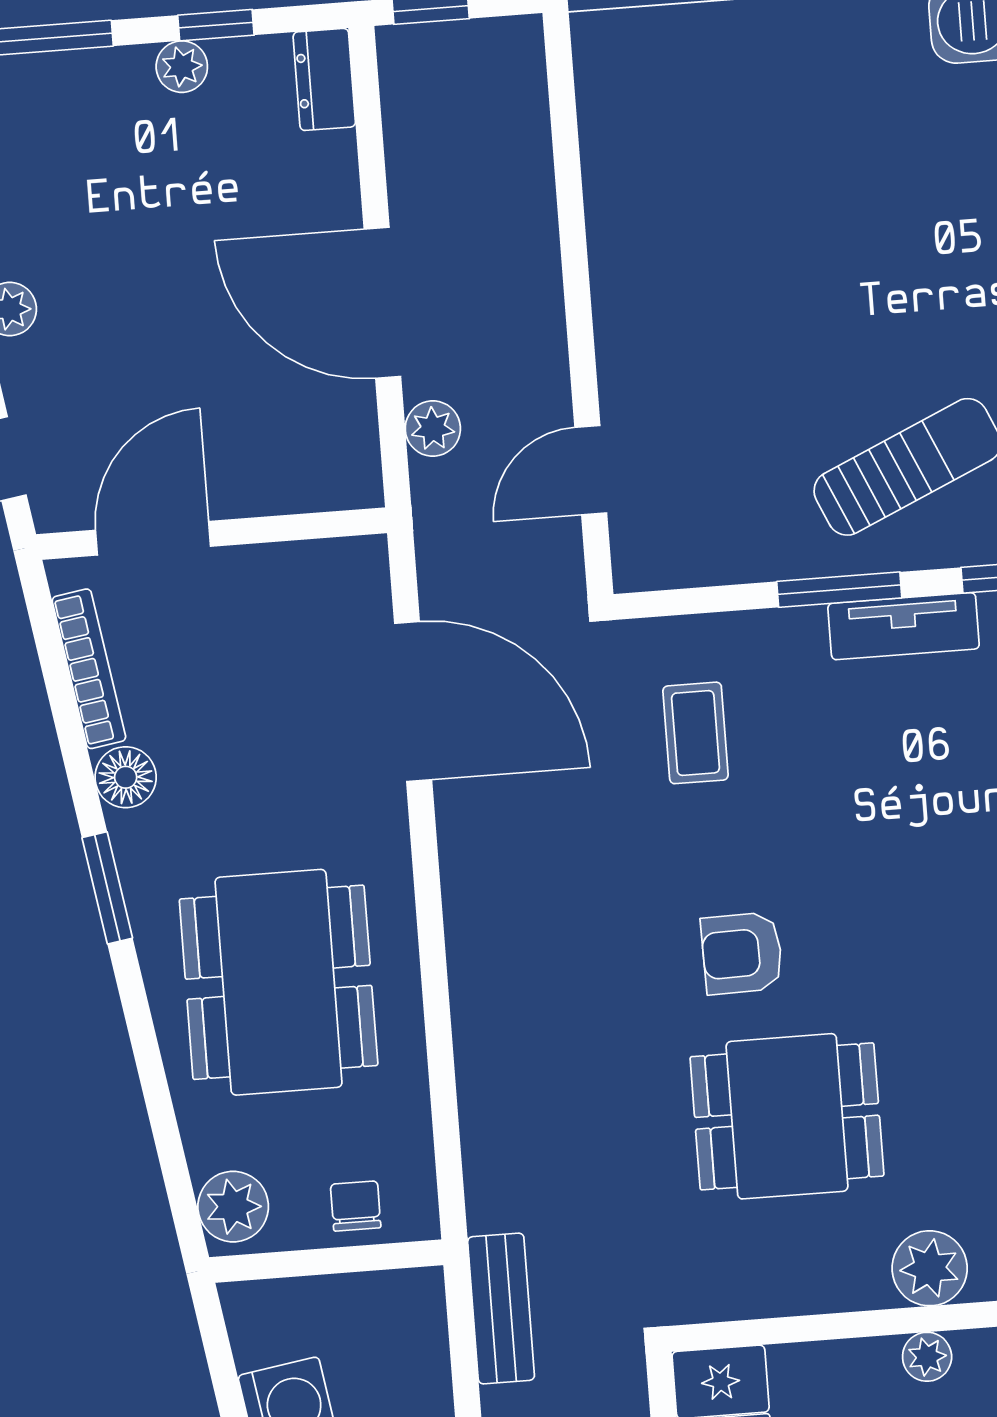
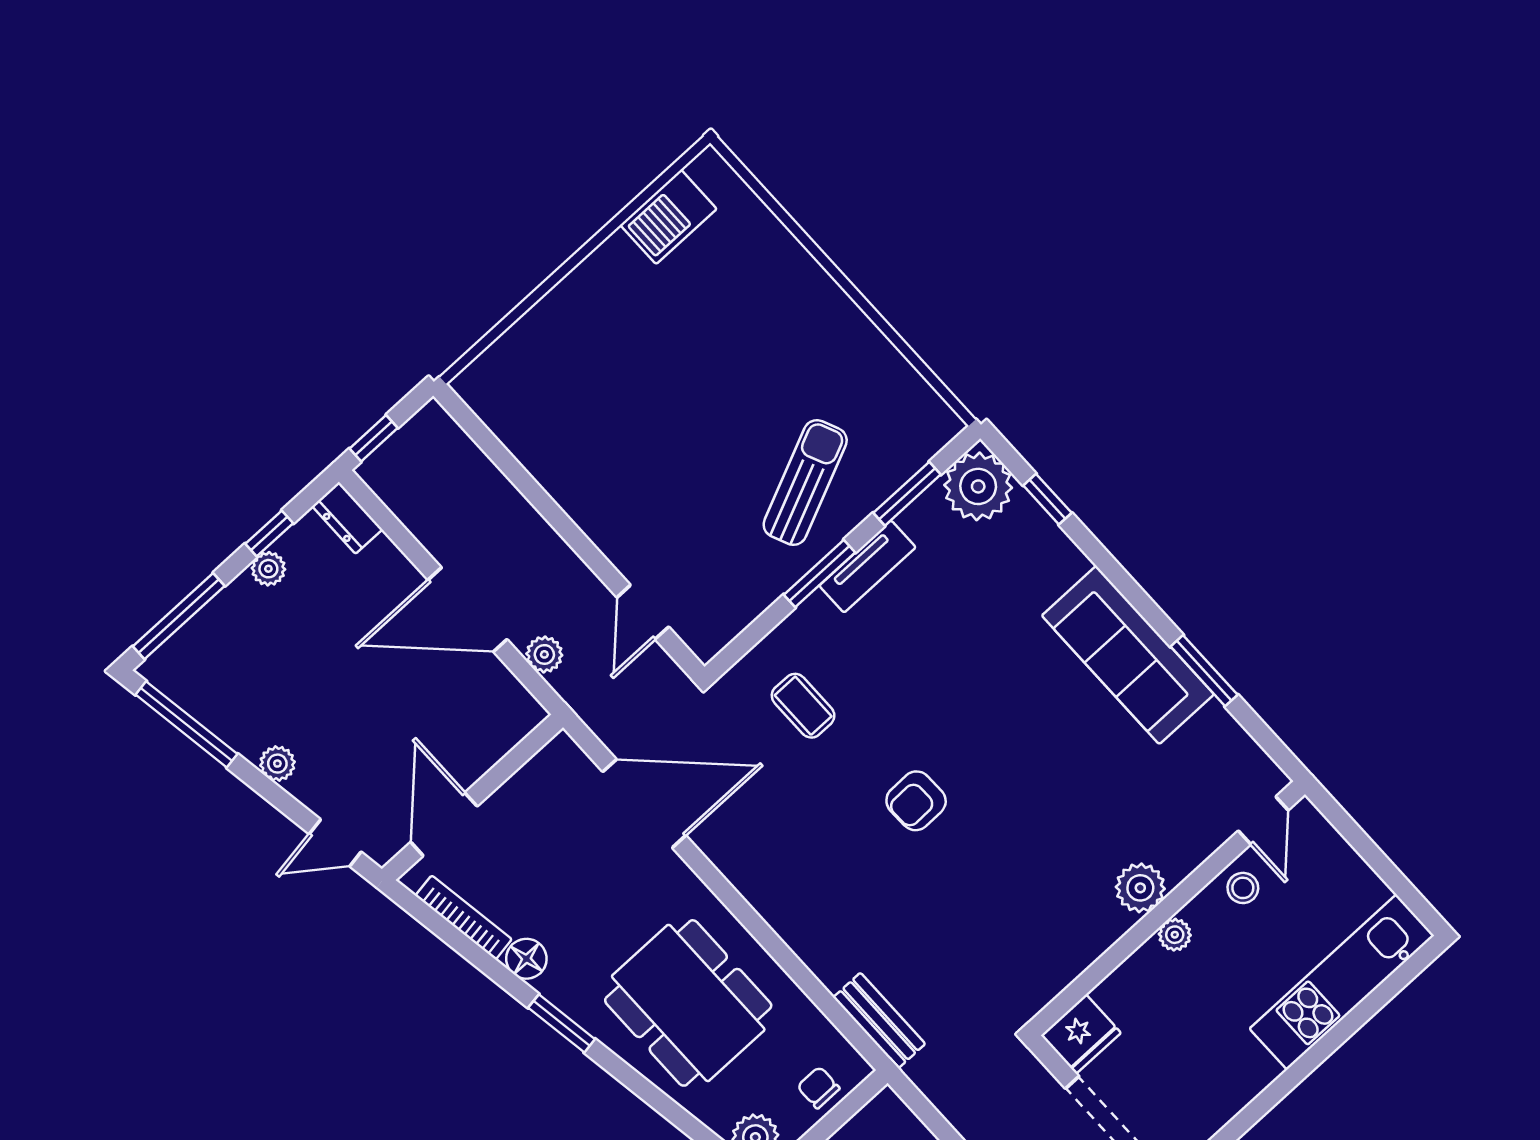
dining table: (787, 1116) -> (1005, 867), removed
bench: (501, 1308) -> (879, 1021), moved

